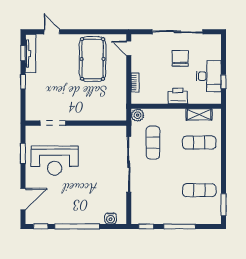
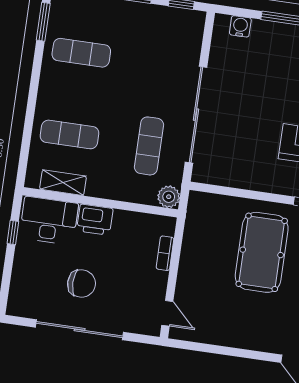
chair: (180, 58) -> (81, 284), turned -90
pool table: (93, 59) -> (262, 252), moved
desk: (209, 76) -> (49, 221), moved, turned 90

